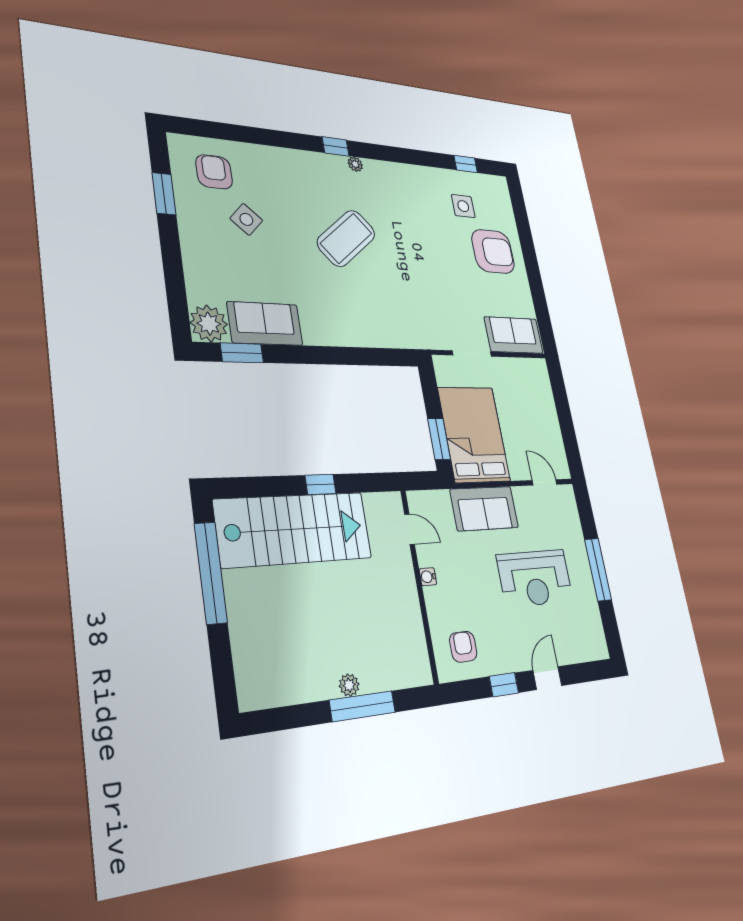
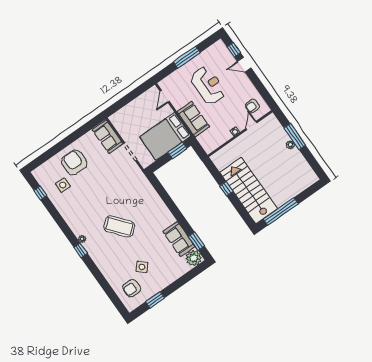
door: (410, 529) -> (251, 126), moved
window: (504, 685) -> (234, 50), moved

